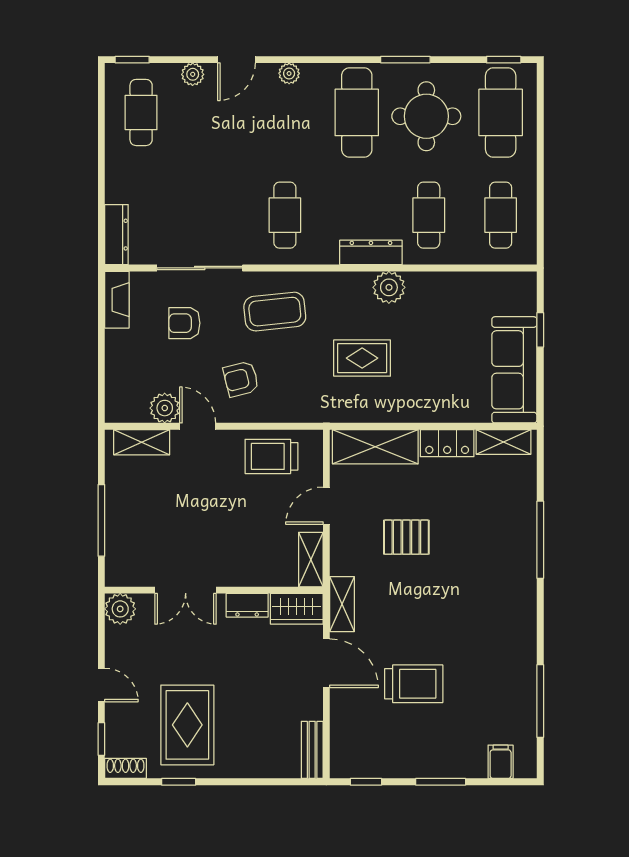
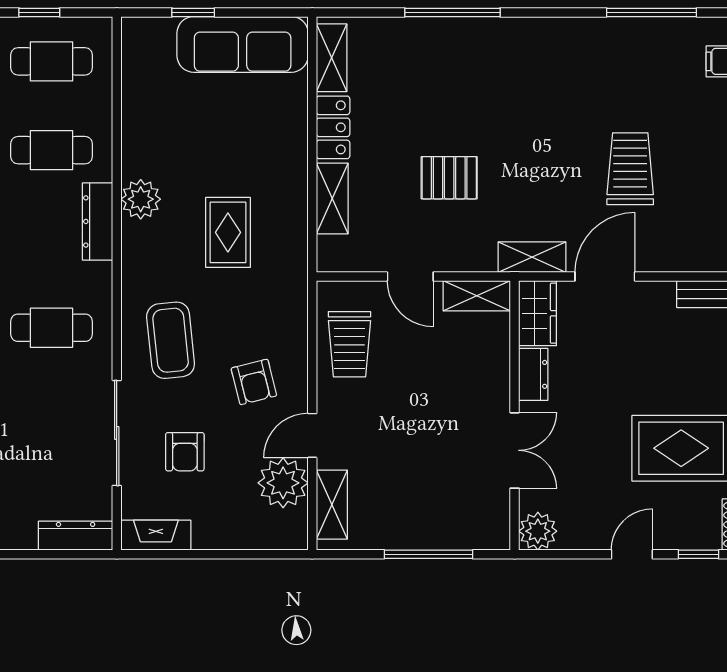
window: (540, 205) -> (39, 12), added
plant: (165, 408) -> (283, 483), width x1.36, depth x1.36
shelving: (375, 447) -> (332, 198), width x0.67, depth x0.75
pallet: (406, 537) -> (449, 178), turned 90

